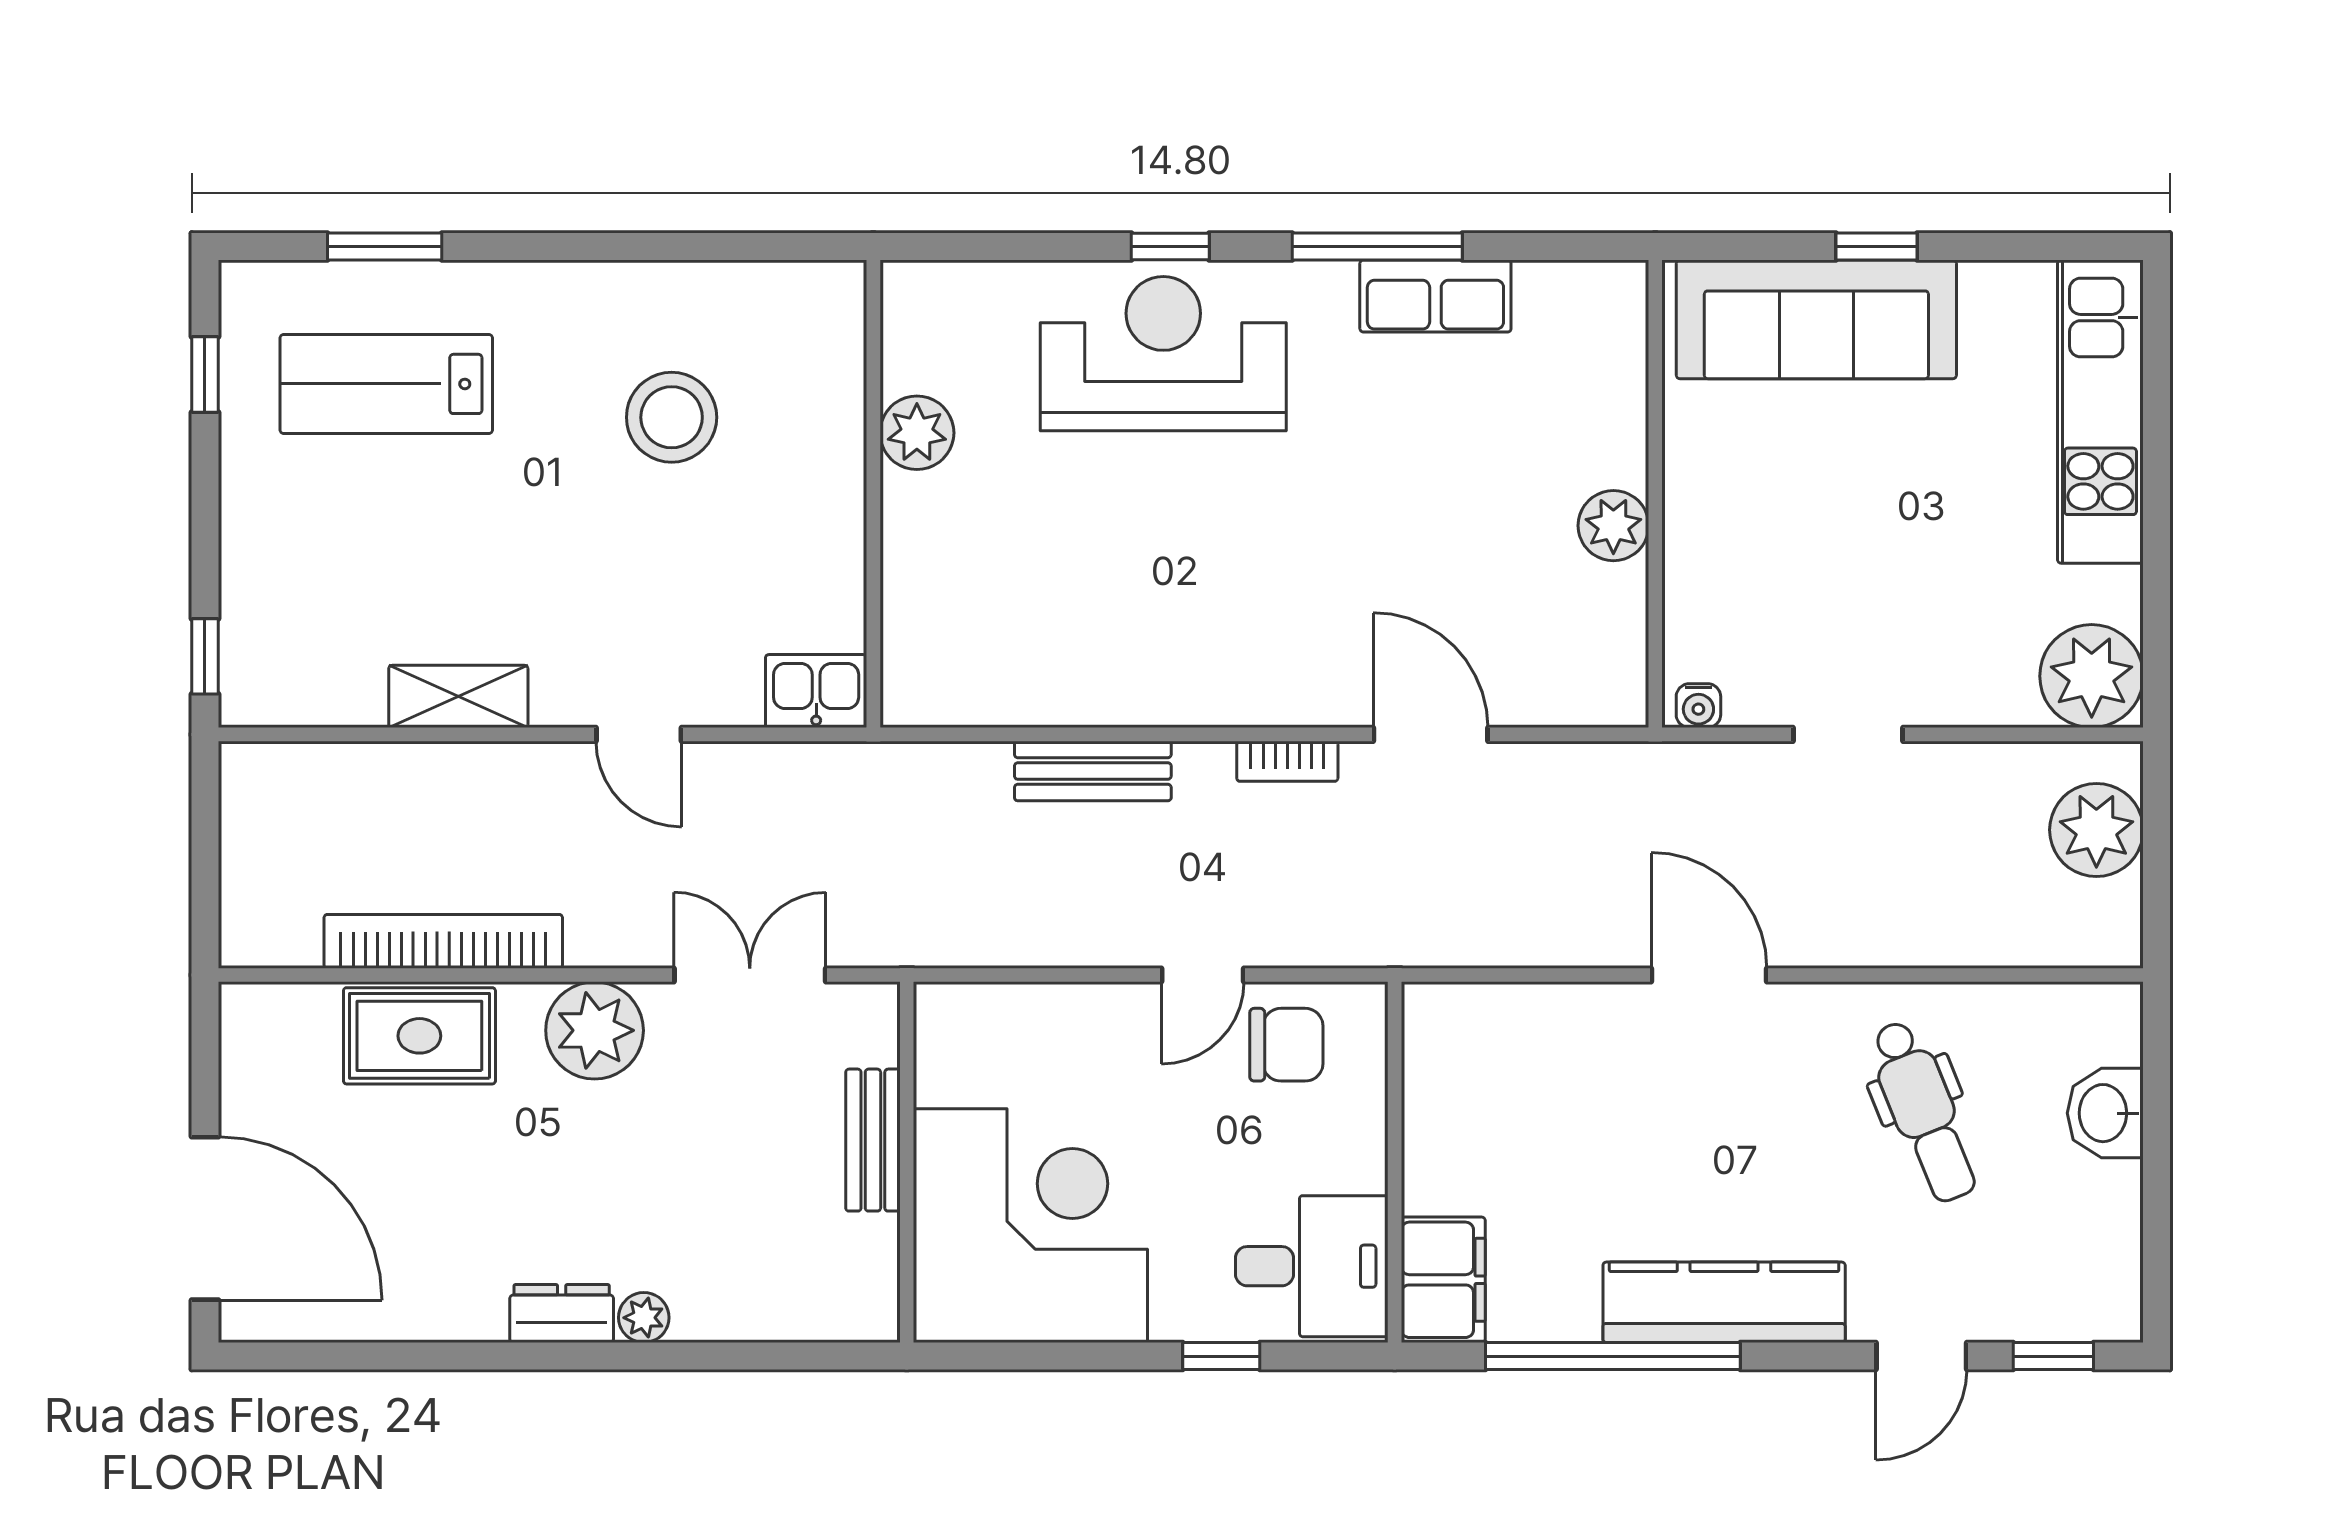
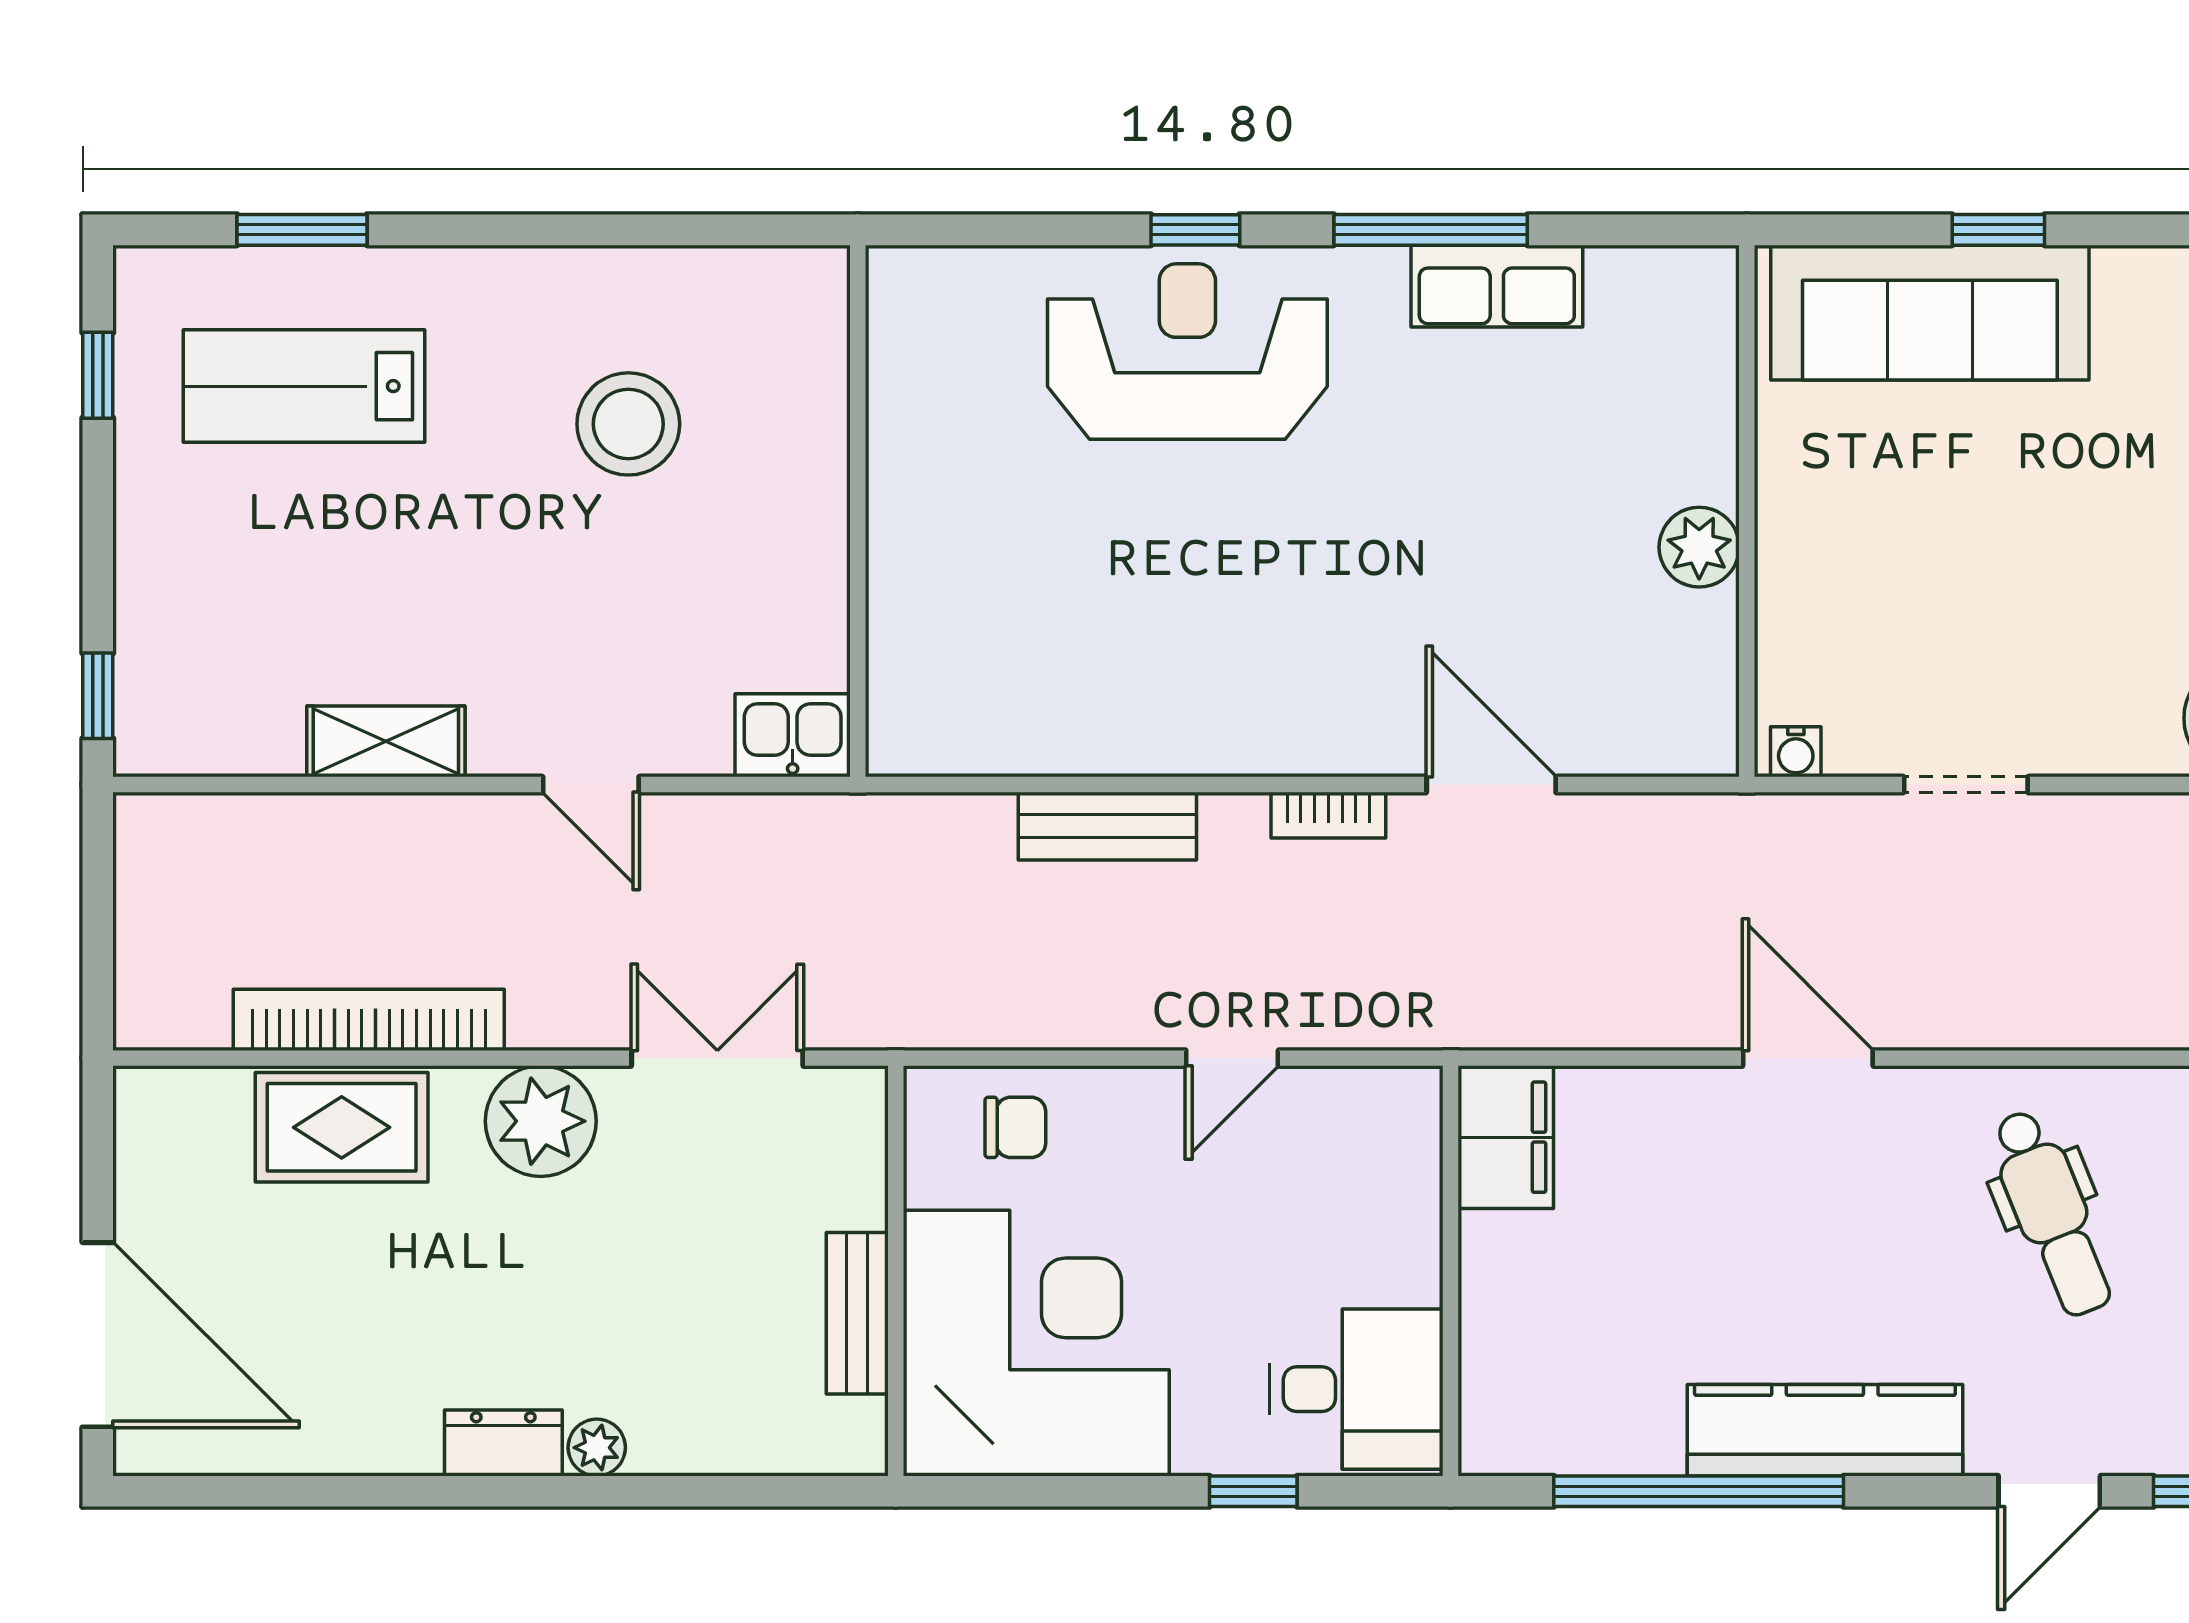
plant: (917, 433) -> (907, 442), removed
chair: (1286, 1045) -> (1015, 1127), moved, width x0.73, depth x0.73
bench: (873, 1140) -> (857, 1313), moved
filing cabinet: (1443, 1280) -> (1506, 1137), moved

